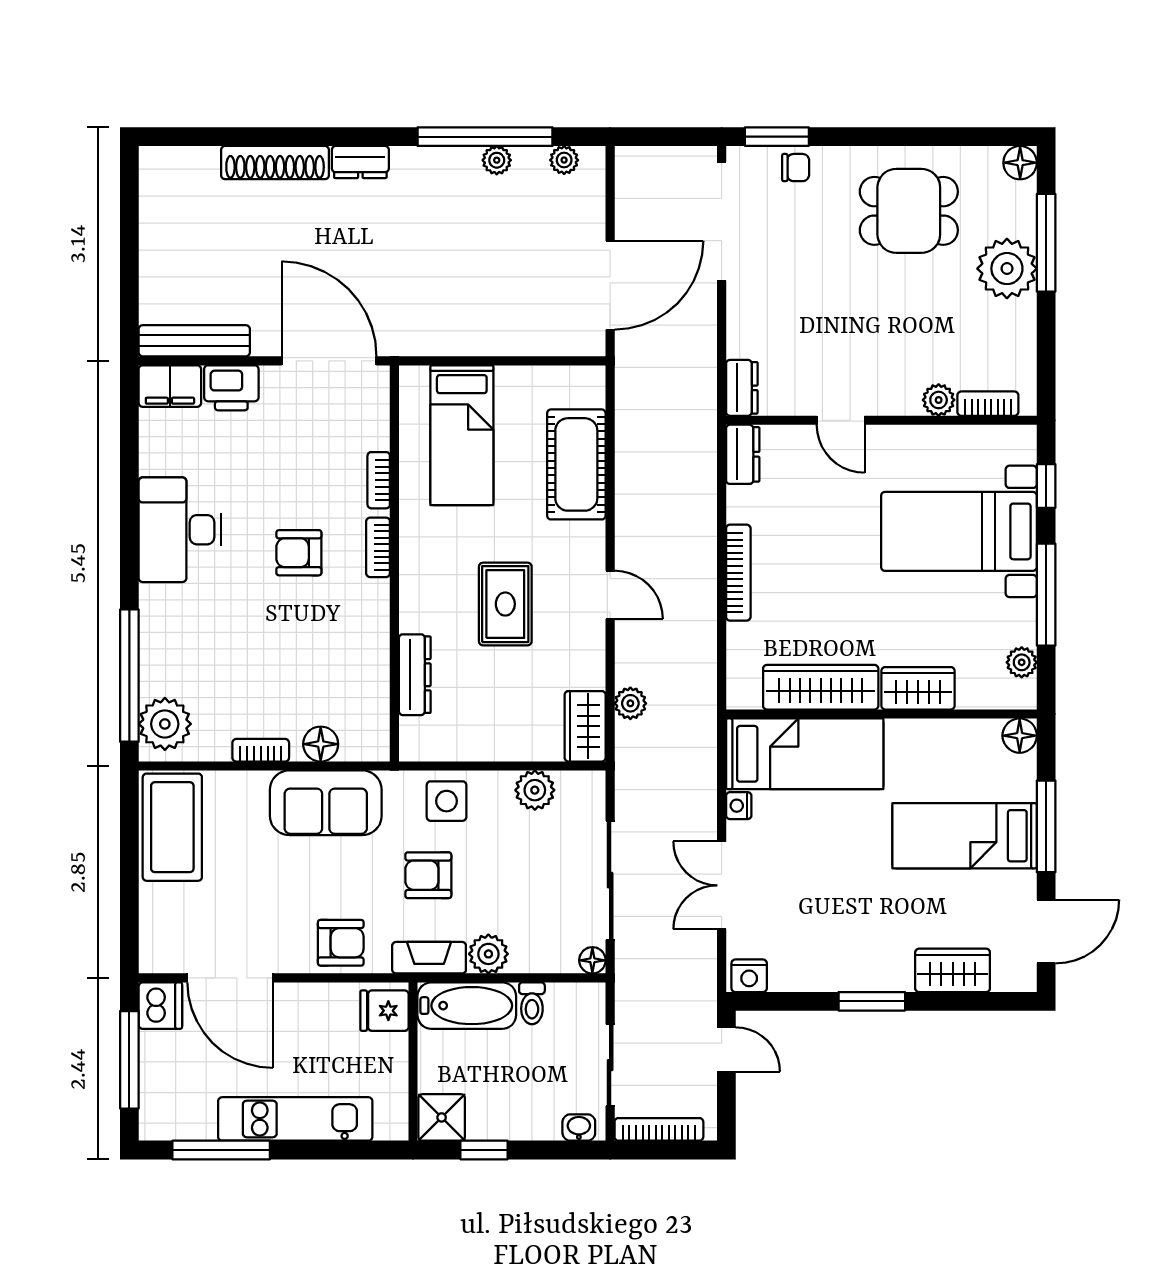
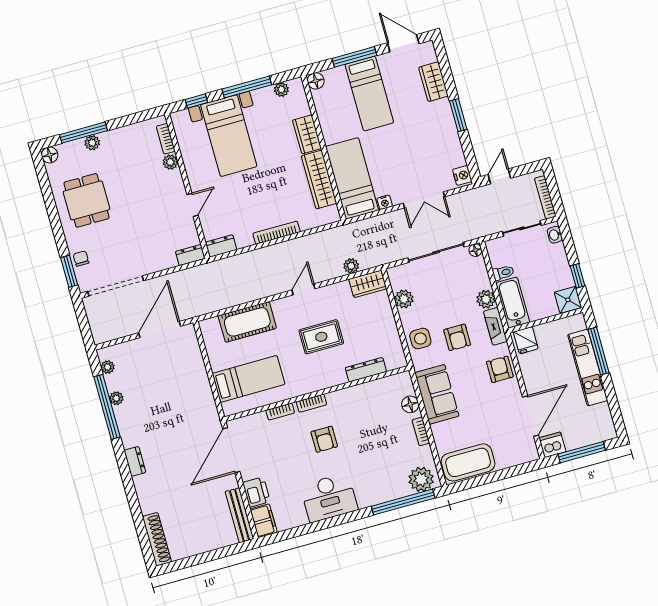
shoe rack: (275, 163) -> (157, 539), moved
plant: (1007, 269) -> (92, 143), width x0.53, depth x0.53
door: (610, 285) -> (160, 329), hinge flipped
window: (221, 1150) -> (599, 351), moved

